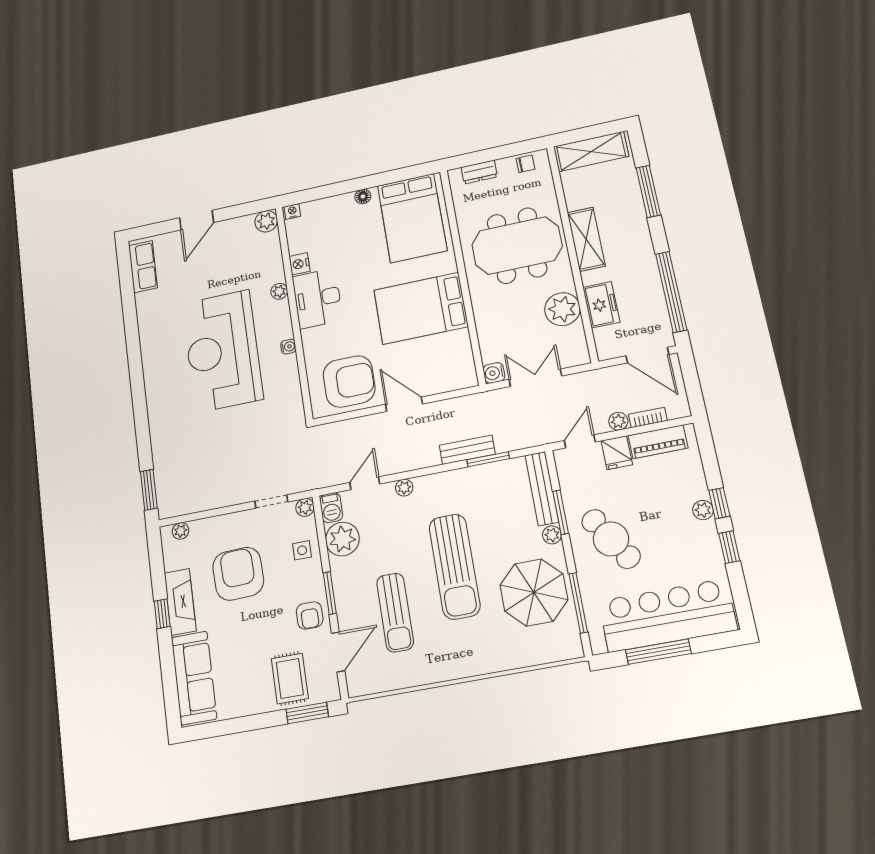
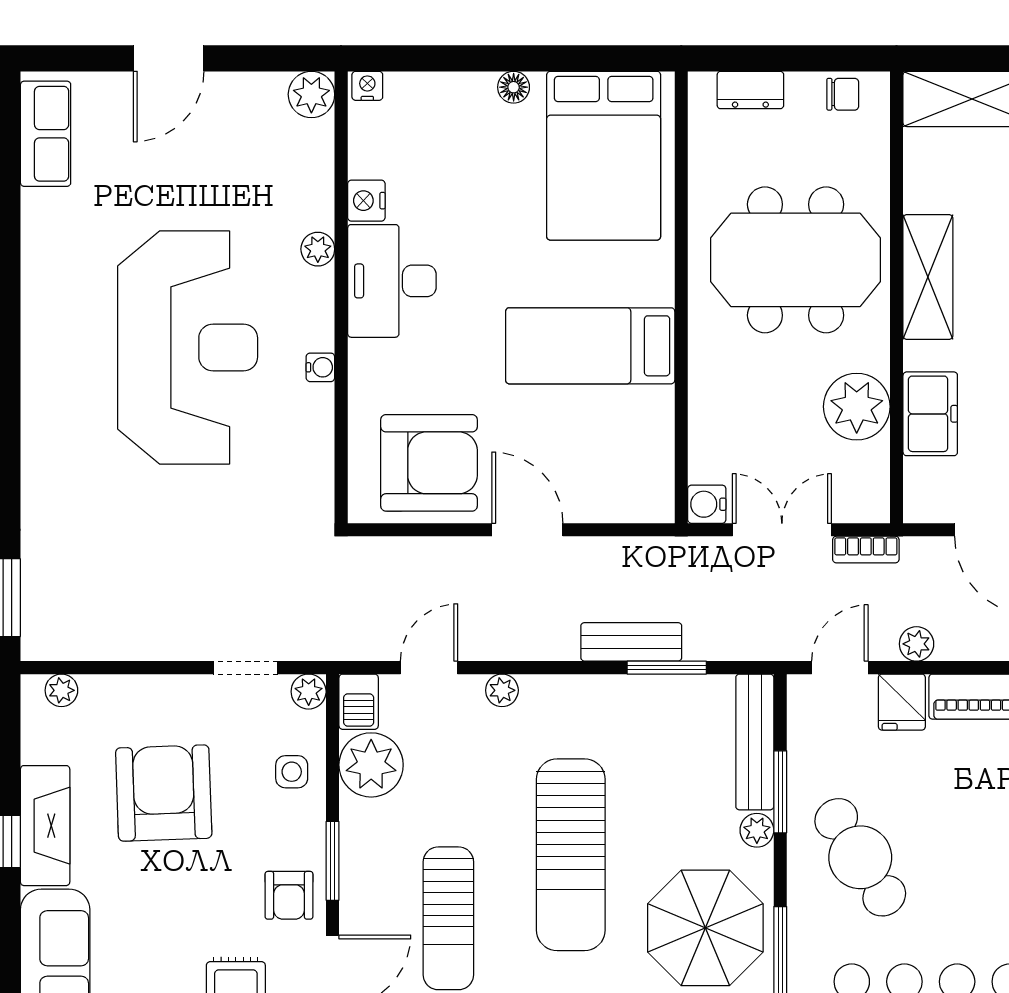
bed: (421, 308) -> (590, 346), width x0.67
reception desk: (222, 351) -> (188, 347), turned 180
bookcase: (648, 417) -> (866, 550), moved, turned 180

